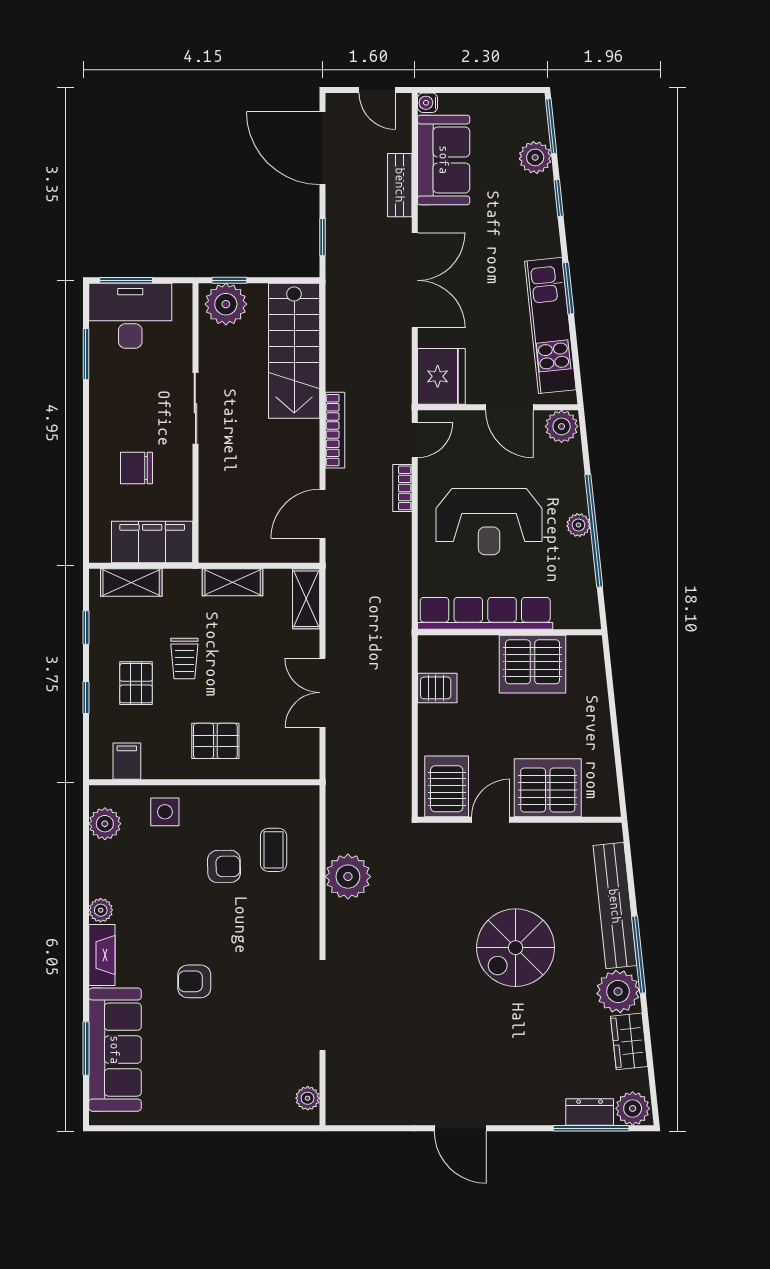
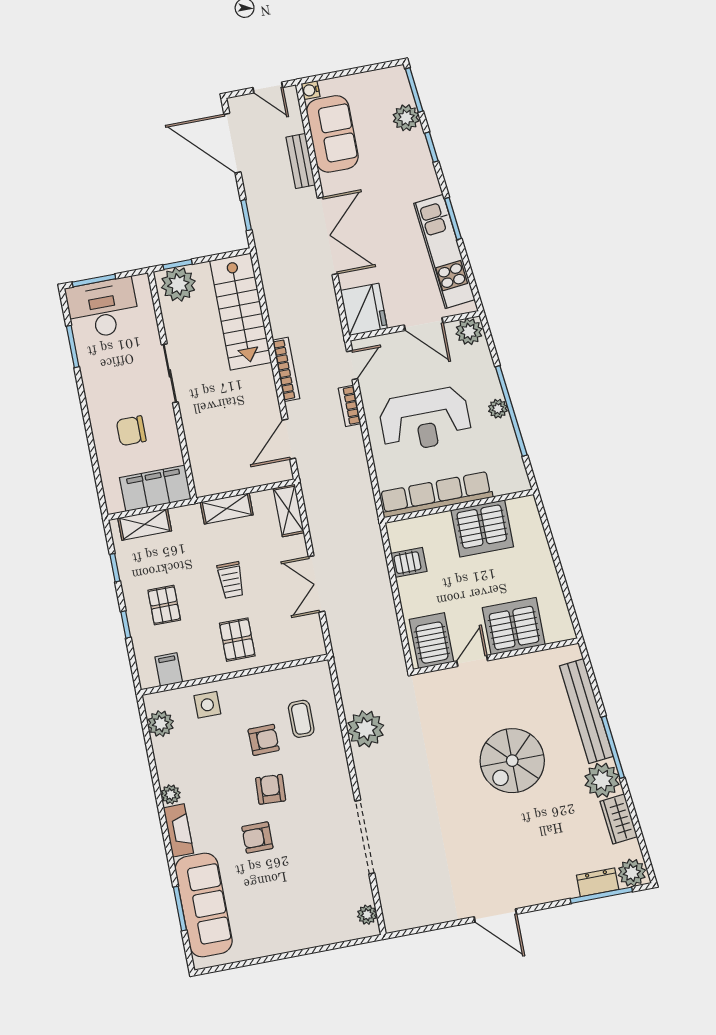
trolley: (184, 659) -> (231, 580), moved
pallet: (215, 741) -> (237, 640), turned 90
armchair: (221, 927) -> (271, 789), added

